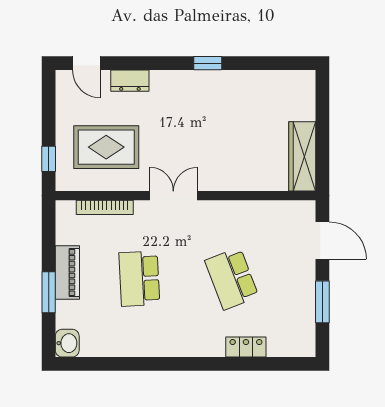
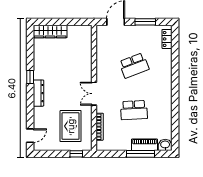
dresser: (130, 81) -> (38, 93), moved, width x1.44
wardrobe: (302, 156) -> (50, 31), moved
piano: (67, 273) -> (144, 145), moved
window: (49, 292) -> (141, 154), width x1.44
locker: (246, 347) -> (167, 39), moved

